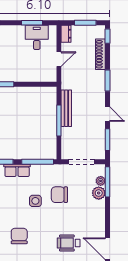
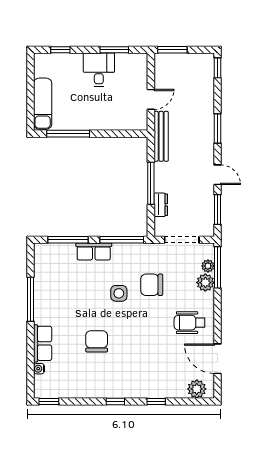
window: (85, 23) -> (172, 50), moved
dresser: (66, 34) -> (161, 205), moved
desk: (37, 37) -> (99, 70), moved
shoe rack: (100, 54) -> (208, 93), removed
bench: (66, 108) -> (161, 136), moved
wheelchair: (69, 243) -> (190, 323), moved

